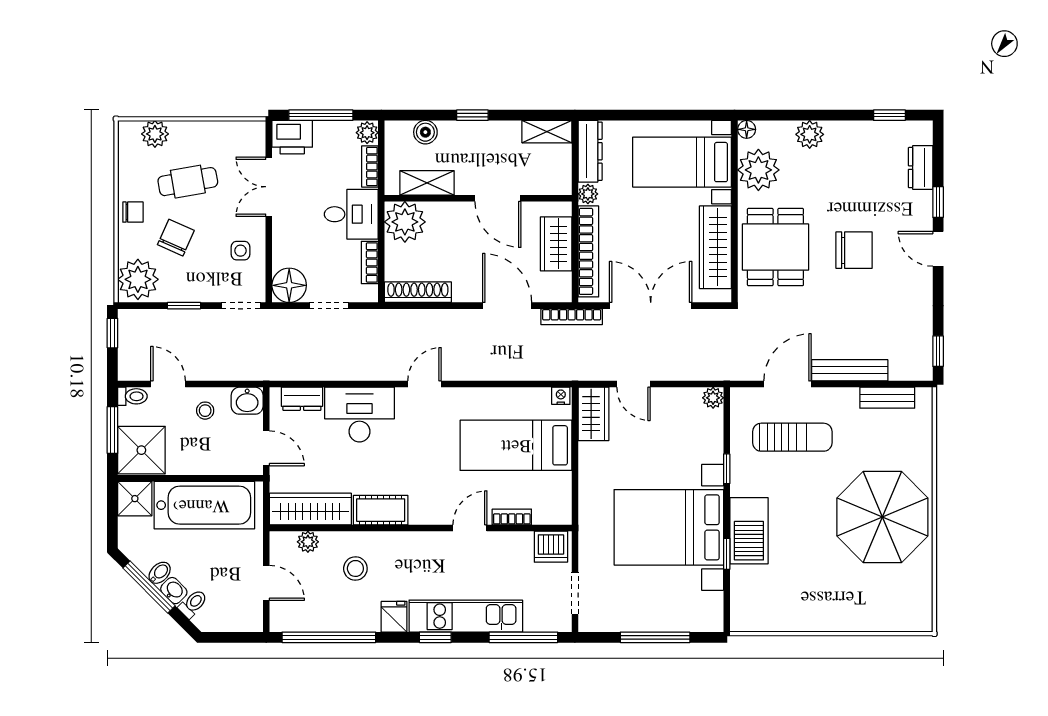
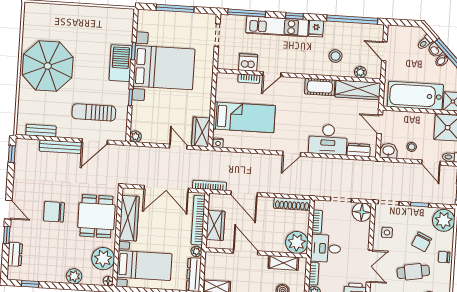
dishwasher: (551, 547) -> (248, 62), moved

